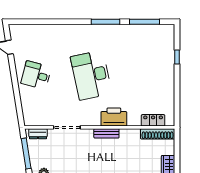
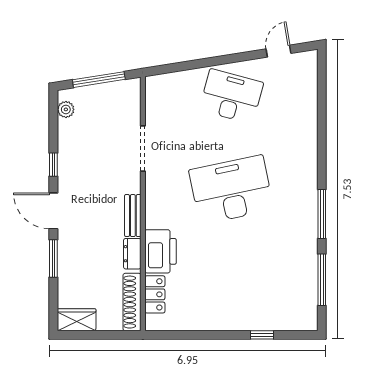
desk: (36, 75) -> (231, 96), width x1.37
printer: (114, 117) -> (161, 251), moved
dresser: (38, 134) -> (132, 254), moved

